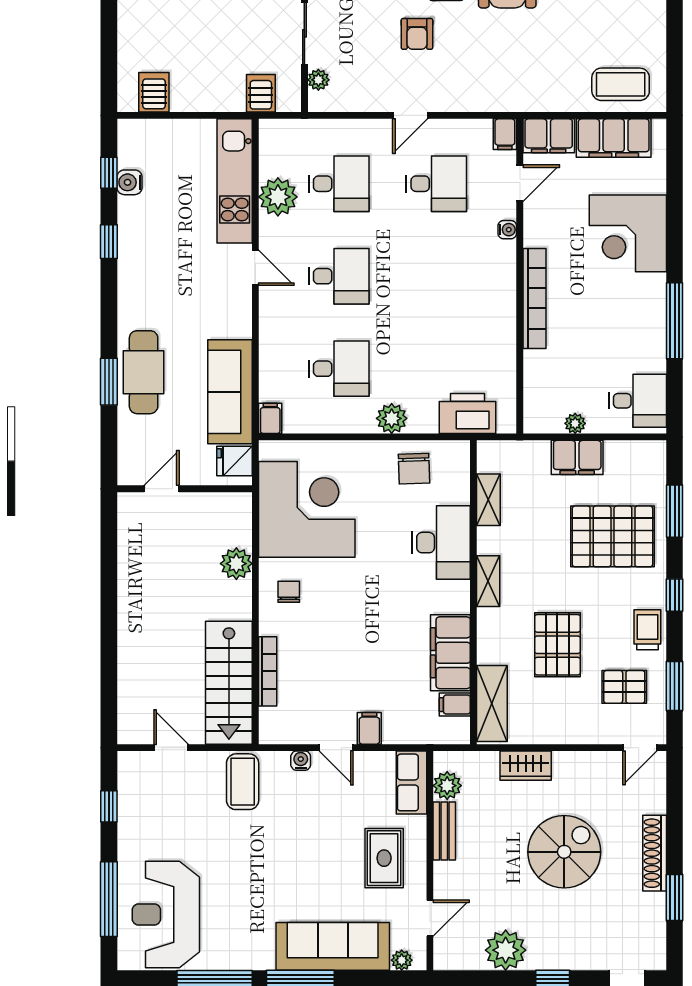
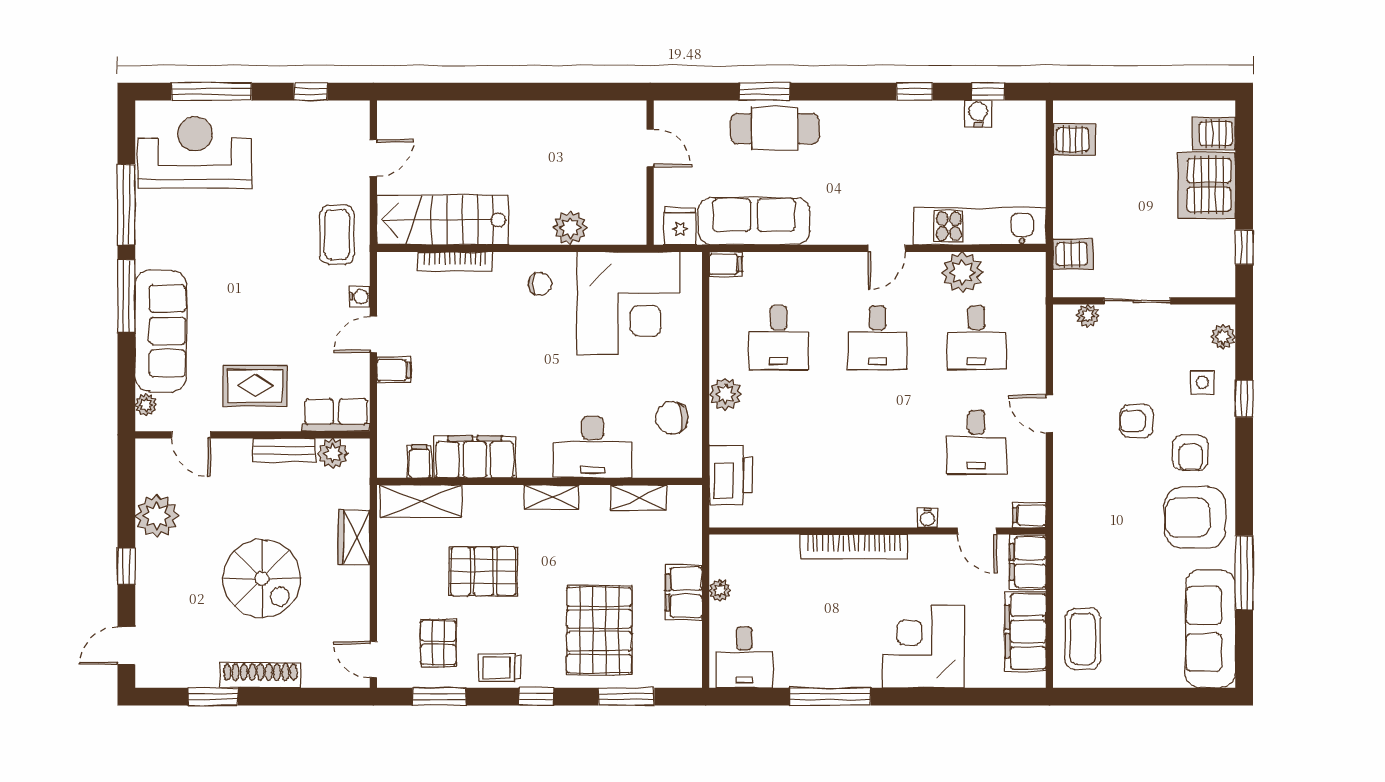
trolley: (647, 630) -> (499, 668), turned 180
coffee table: (243, 782) -> (337, 235), turned 90

